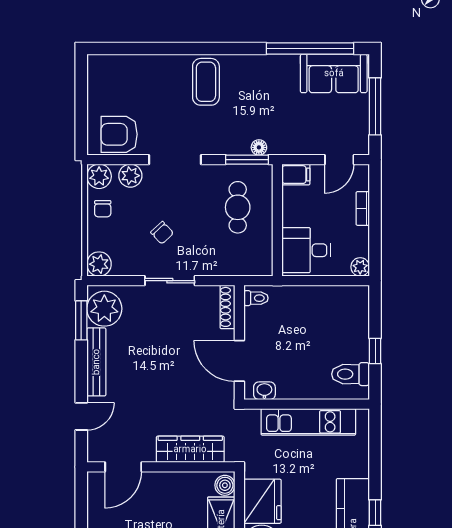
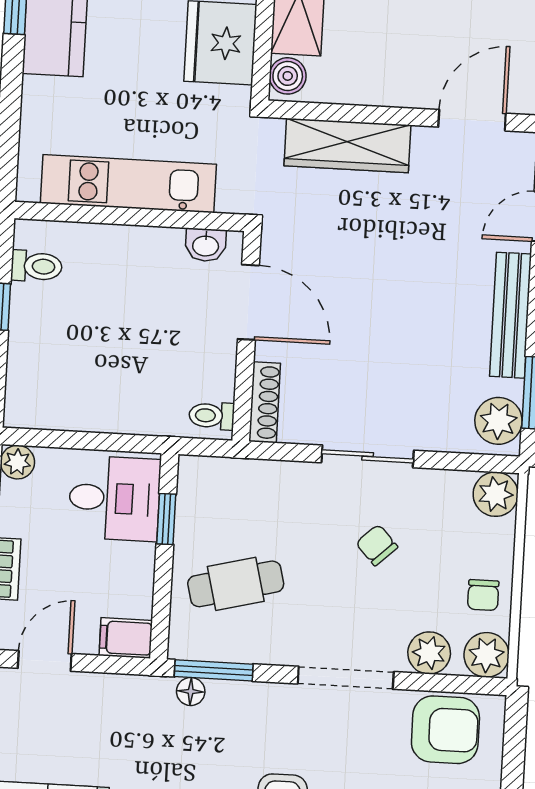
cafe table: (238, 207) -> (236, 584), turned 76
chair: (103, 209) -> (483, 595), turned 180
window: (277, 240) -> (166, 519), added
plant: (104, 309) -> (498, 421), width x0.73, depth x0.73
toilet: (350, 374) -> (36, 266), width x0.73, depth x0.72

